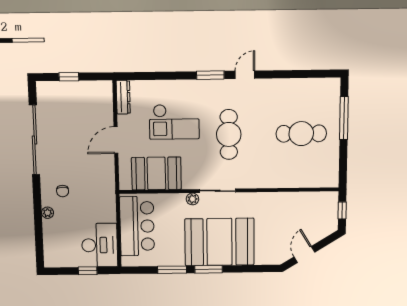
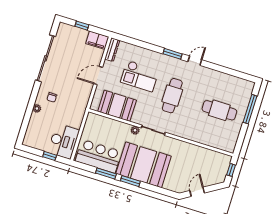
filing cabinet: (98, 91) -> (97, 40), added
bar counter: (137, 226) -> (98, 156), moved, turned -90

